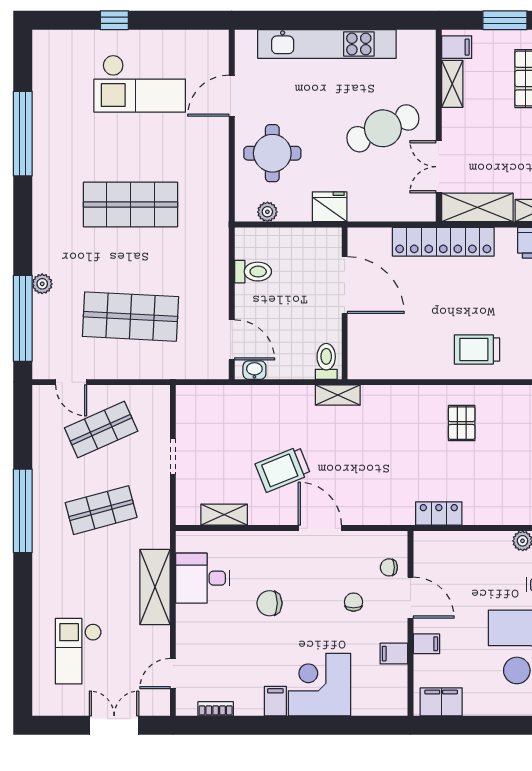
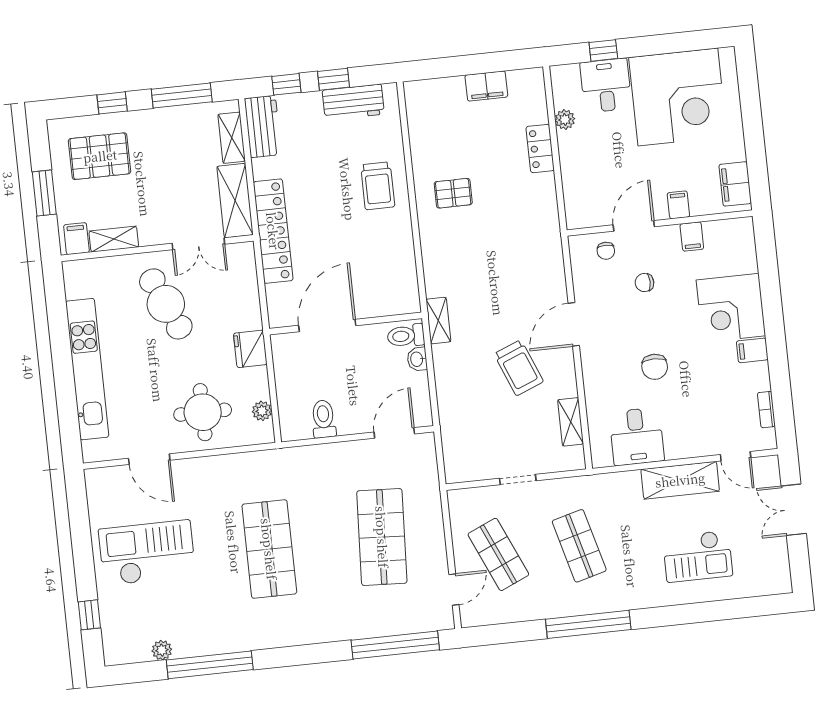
window: (114, 20) -> (89, 615), moved
checkout: (140, 84) -> (147, 553), turned -90
plant: (42, 284) -> (162, 650), moved
washbasin: (254, 370) -> (417, 359), moved
locker: (439, 513) -> (540, 149), moved
shelving: (155, 587) -> (680, 480), moved
checkout: (78, 651) -> (698, 556), moved

